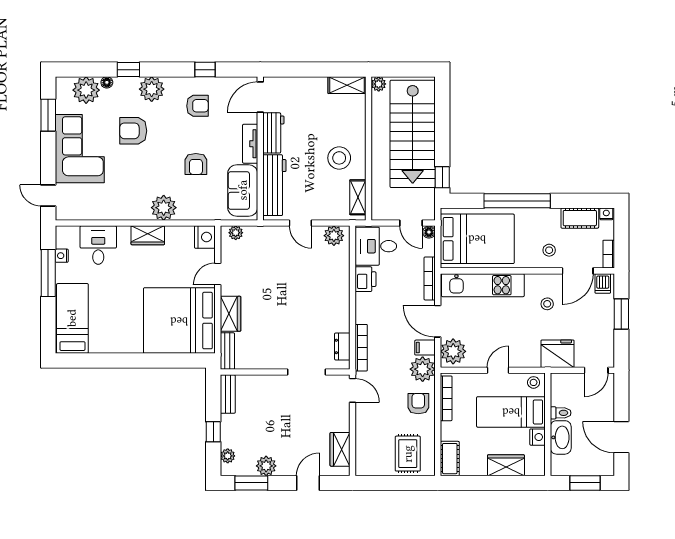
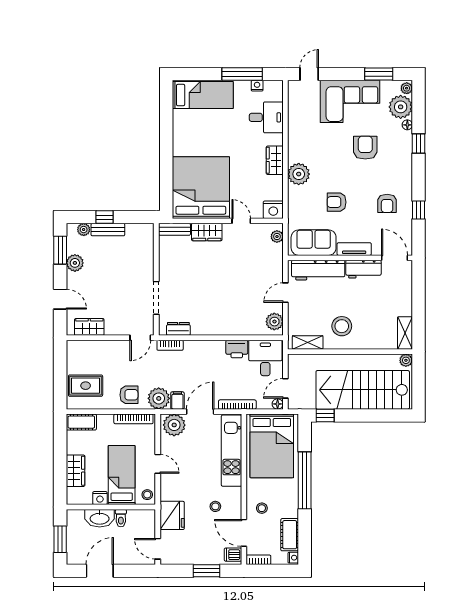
plant: (152, 89) -> (407, 88), moved, width x0.53, depth x0.53
bookcase: (361, 348) -> (170, 345), width x0.64
bench: (228, 394) -> (108, 230), moved

